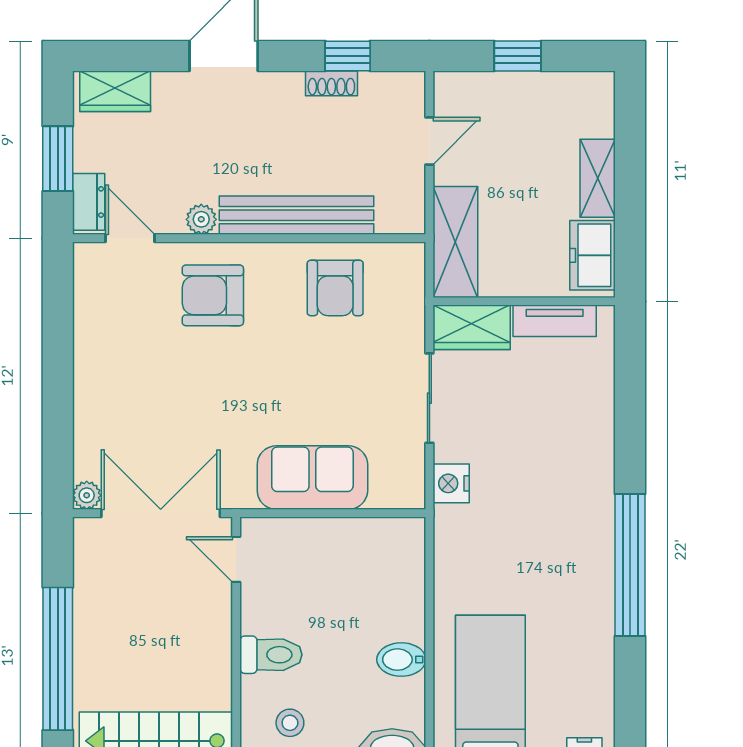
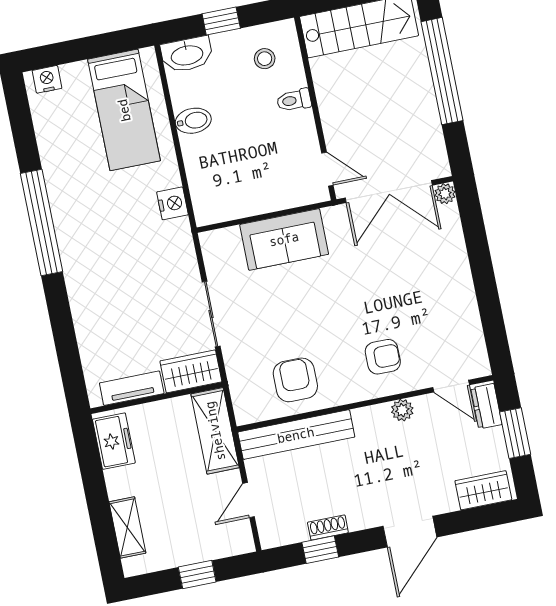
shelving: (598, 178) -> (127, 527), moved
bench: (296, 215) -> (296, 435), moved
armchair: (213, 295) -> (383, 357), width x0.72, depth x0.72
nightstand: (451, 483) -> (172, 203), moved
toilet: (271, 655) -> (294, 100), width x0.73, depth x0.72

